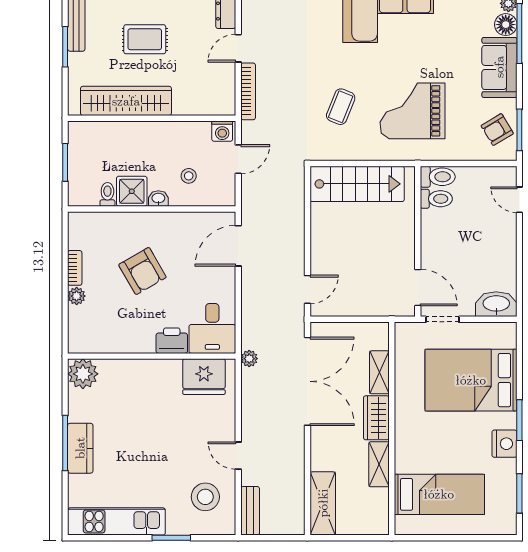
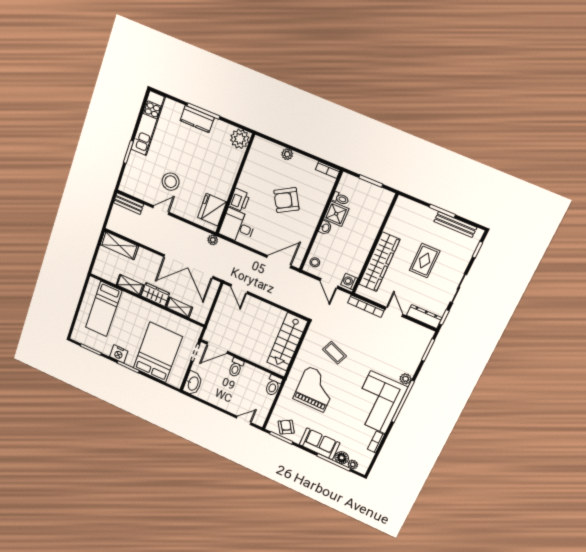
wardrobe: (126, 101) -> (379, 262), moved
stool: (189, 176) -> (315, 262), moved
toilet: (436, 199) -> (236, 367), moved
door: (238, 246) -> (279, 262), hinge flipped
bookcase: (75, 268) -> (328, 170), moved
stool: (205, 497) -> (171, 182), moved

